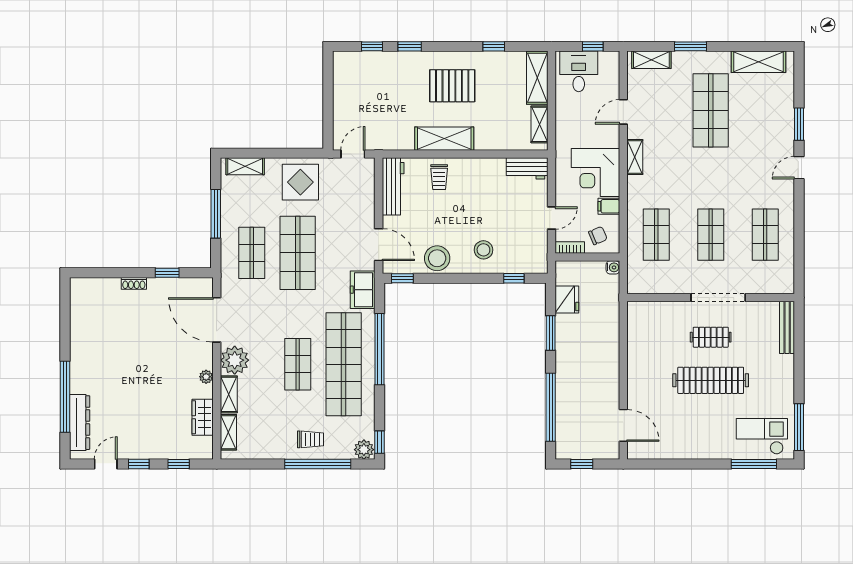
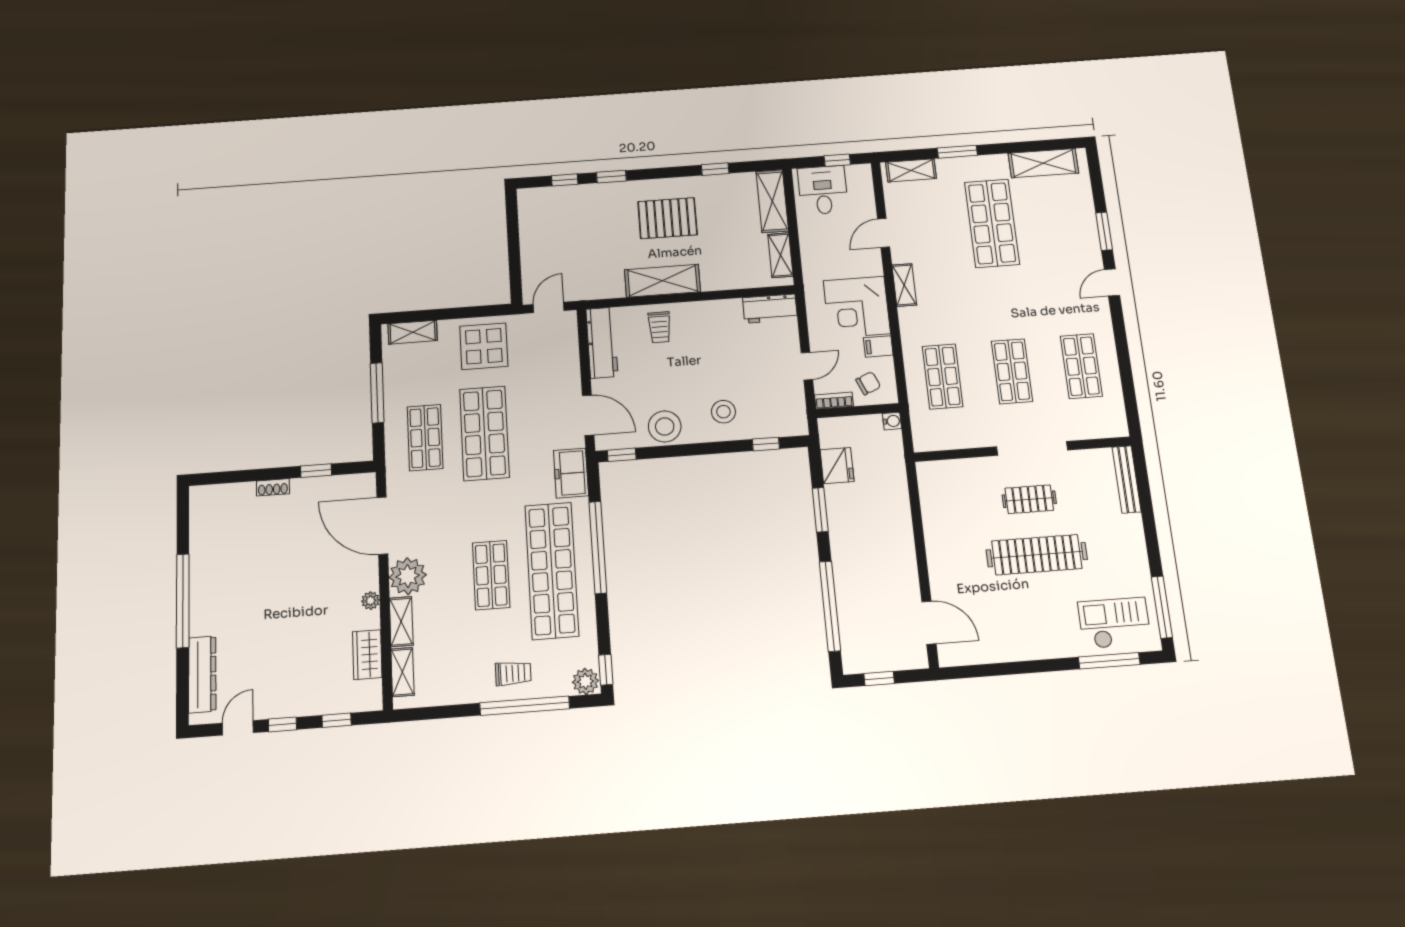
window: (65, 397) -> (183, 601), moved

